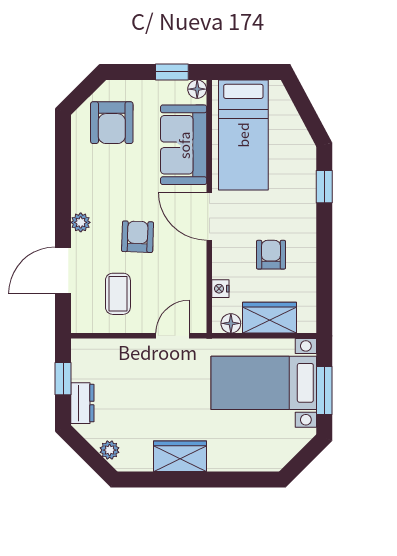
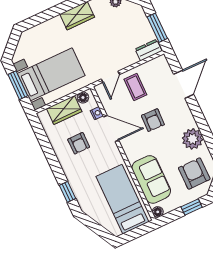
window: (172, 72) -> (192, 207), moved
door: (209, 216) -> (111, 129), moved
plant: (81, 222) -> (193, 139), moved, width x1.88, depth x1.88
coffee table: (118, 294) -> (135, 87), moved
window: (63, 379) -> (157, 28), width x1.50
dresser: (82, 403) -> (148, 50), moved, turned 90

